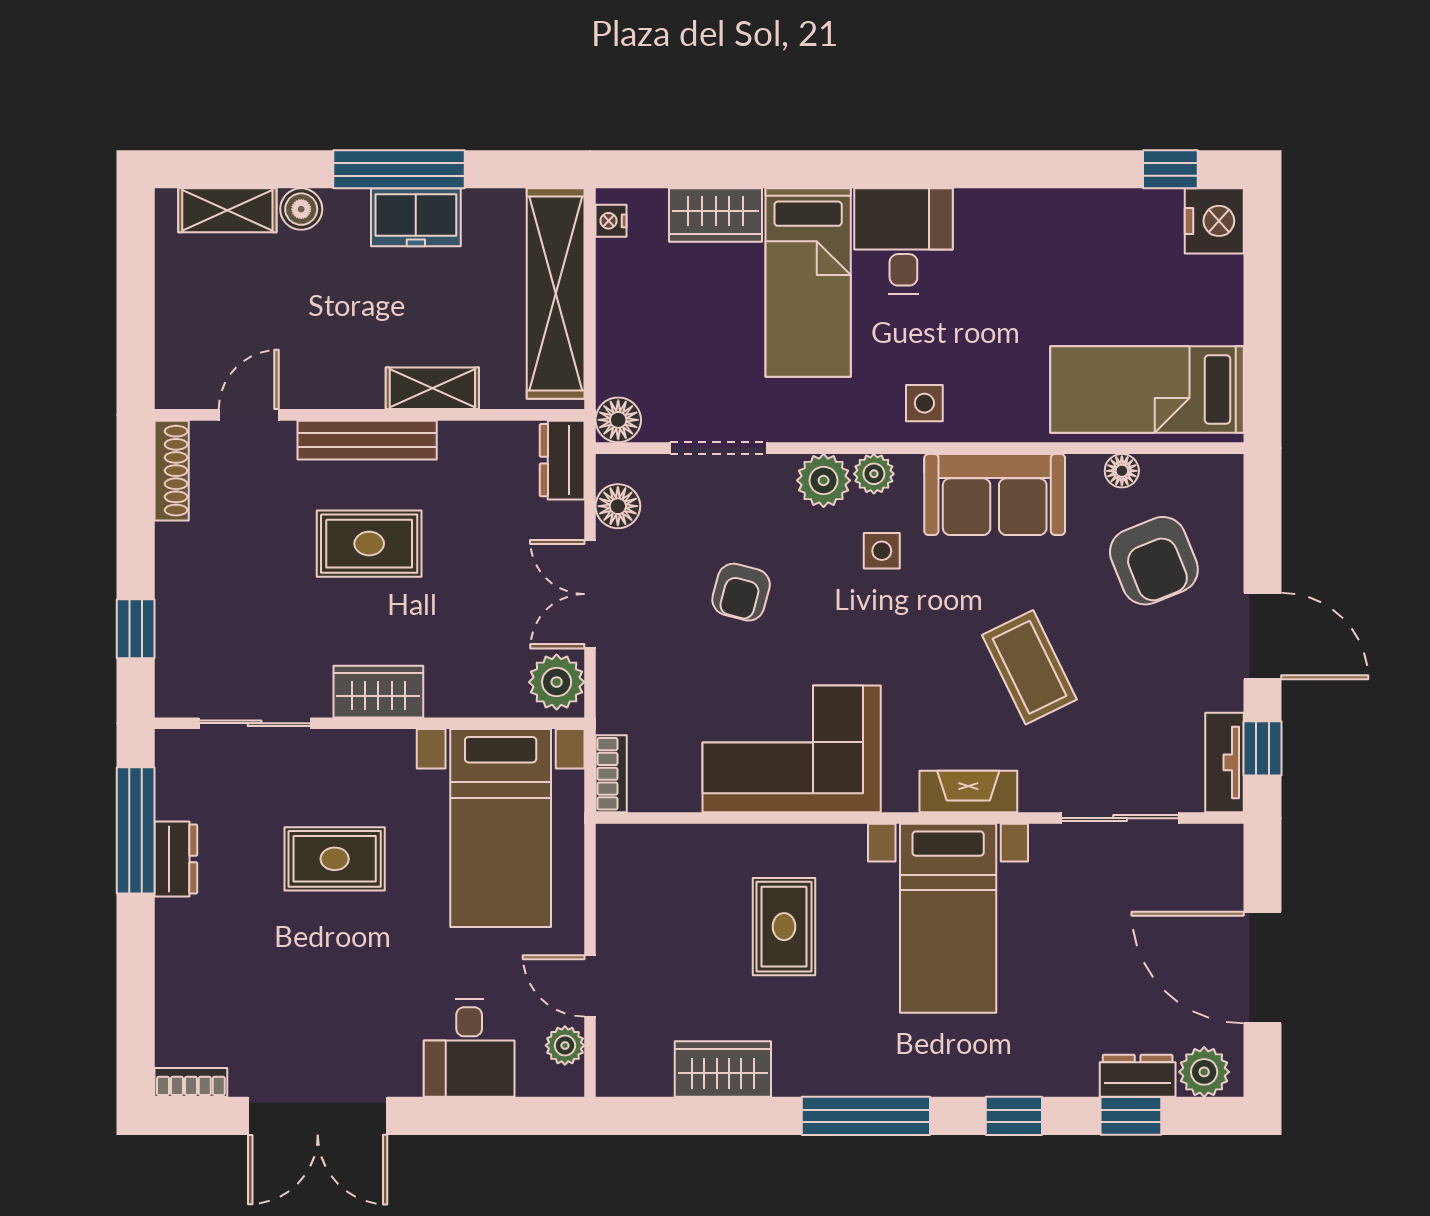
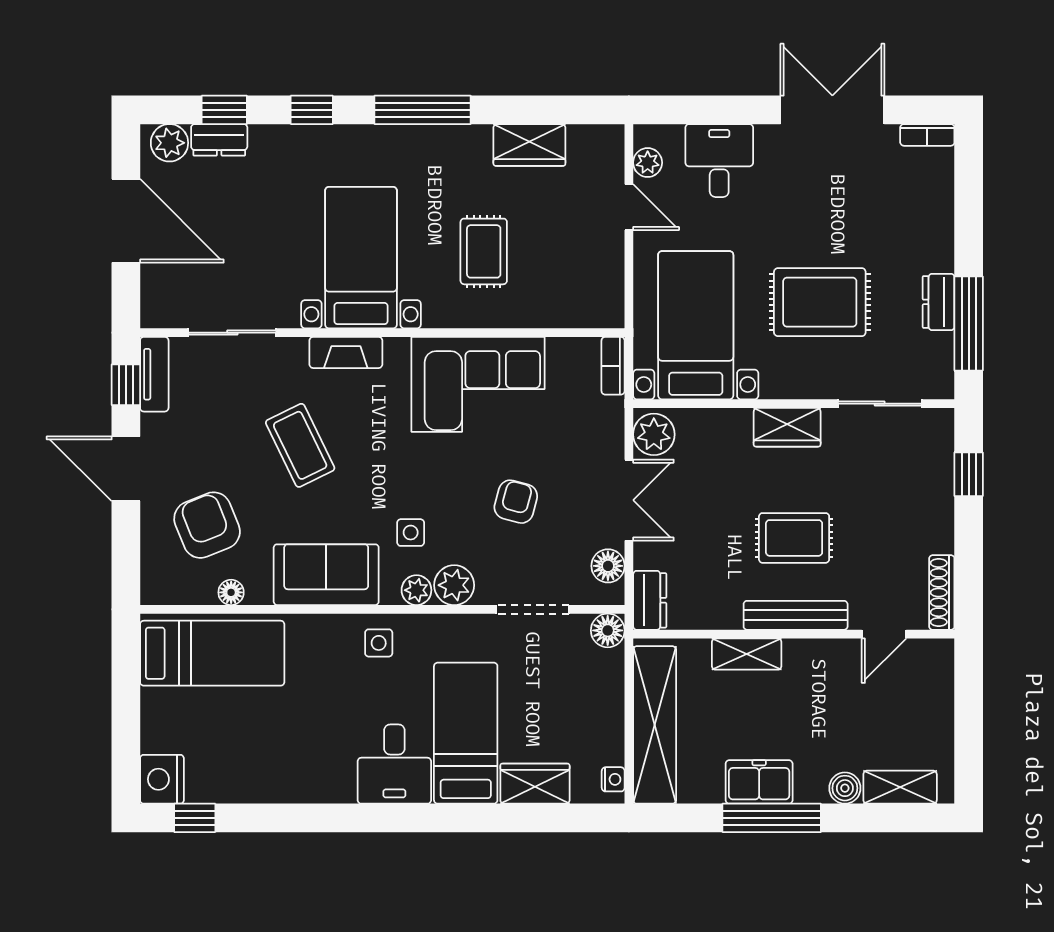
rug: (335, 859) -> (820, 302), width x1.36, depth x1.43

